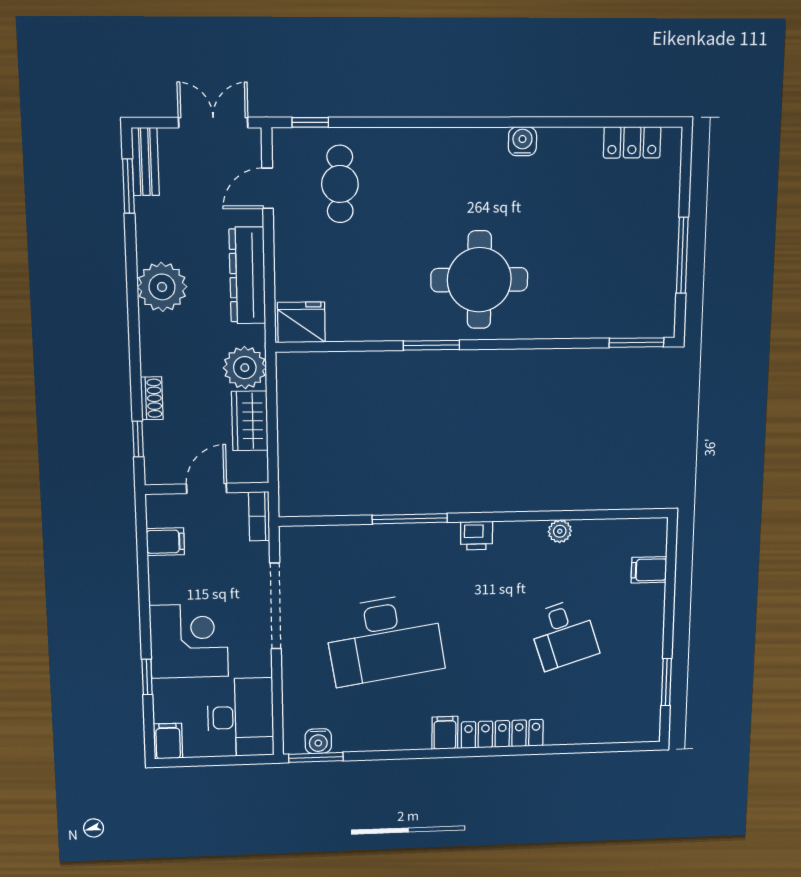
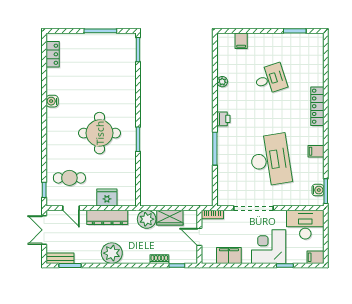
round table: (479, 280) -> (100, 133), moved
fridge: (301, 322) -> (107, 198), moved, turned 90
filing cabinet: (165, 542) -> (229, 255), width x2.00
filing cabinet: (445, 733) -> (316, 151), moved

